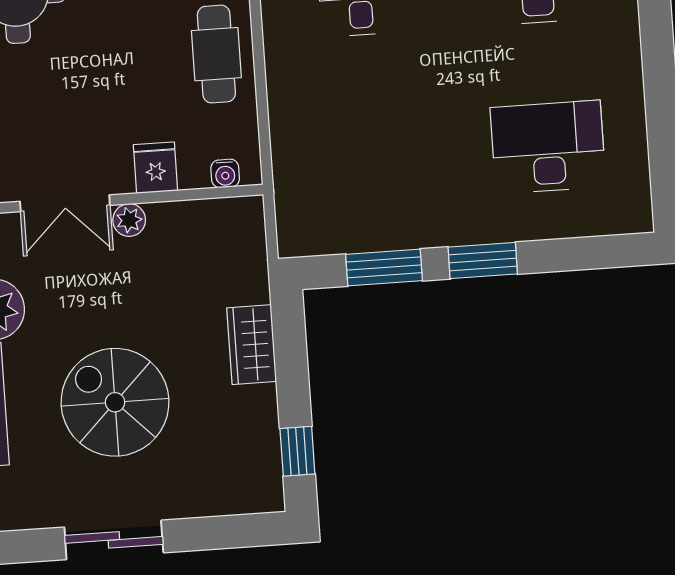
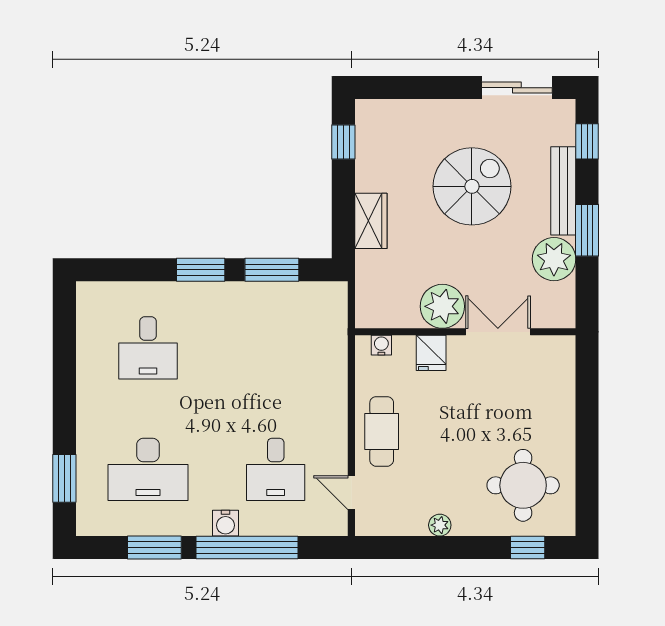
desk: (548, 147) -> (148, 348), width x0.73
plant: (129, 220) -> (442, 306), width x1.88, depth x1.88
spiral stairs: (115, 402) -> (472, 186), turned -90
sliding door: (114, 540) -> (517, 88), moved

